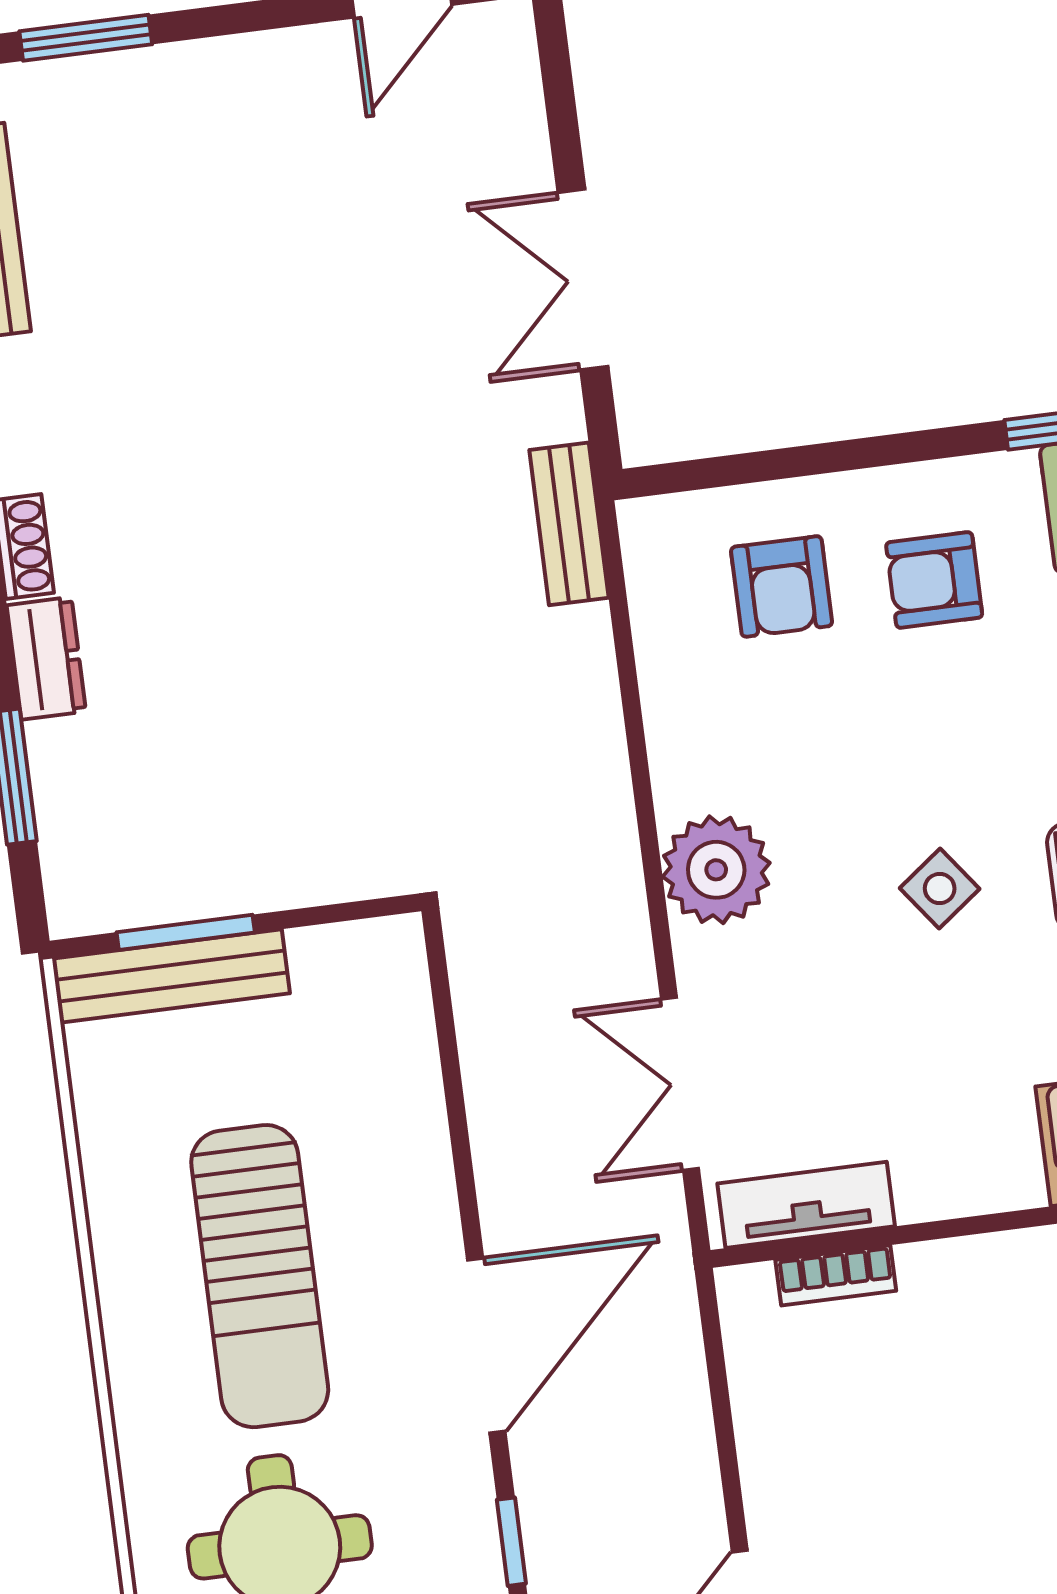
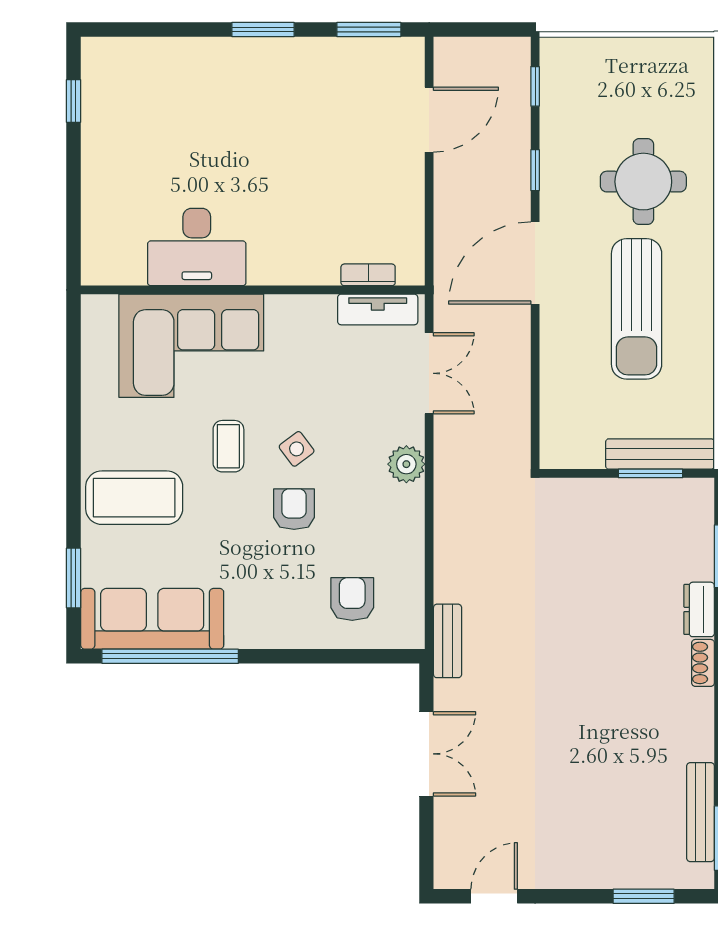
armchair: (934, 580) -> (294, 509), moved, turned -90
plant: (716, 870) -> (406, 464), width x0.73, depth x0.73
sun lounger: (260, 1276) -> (637, 309), turned 180

